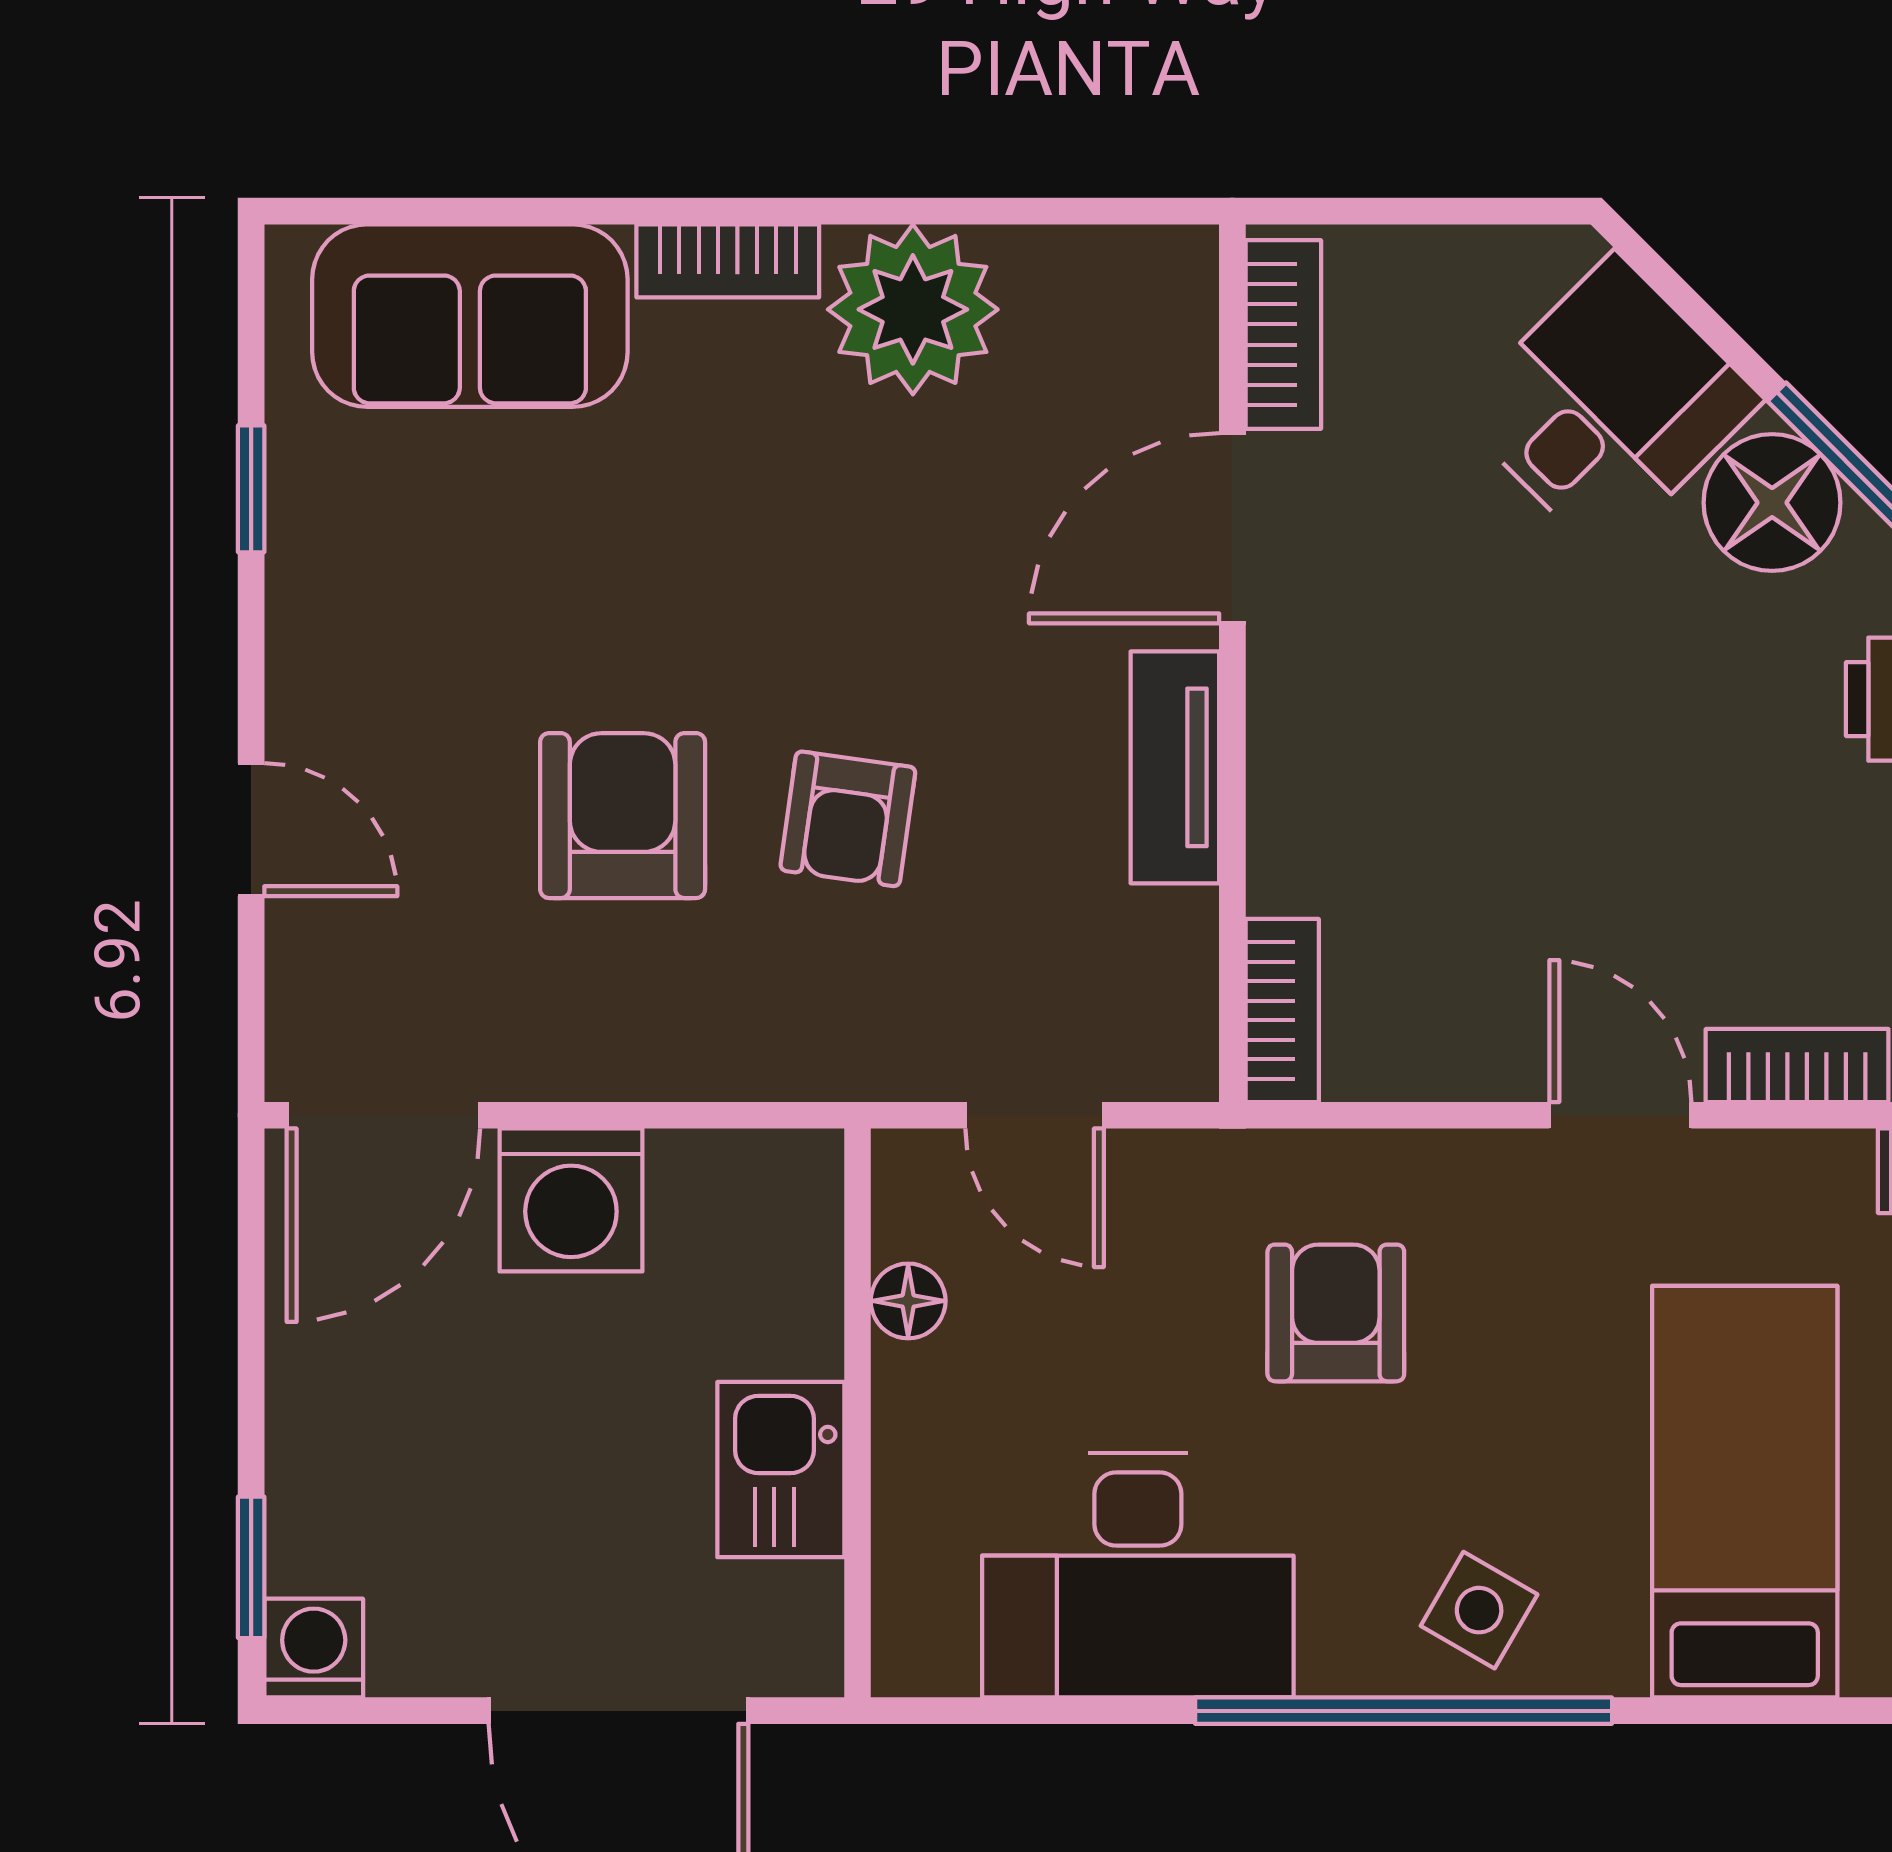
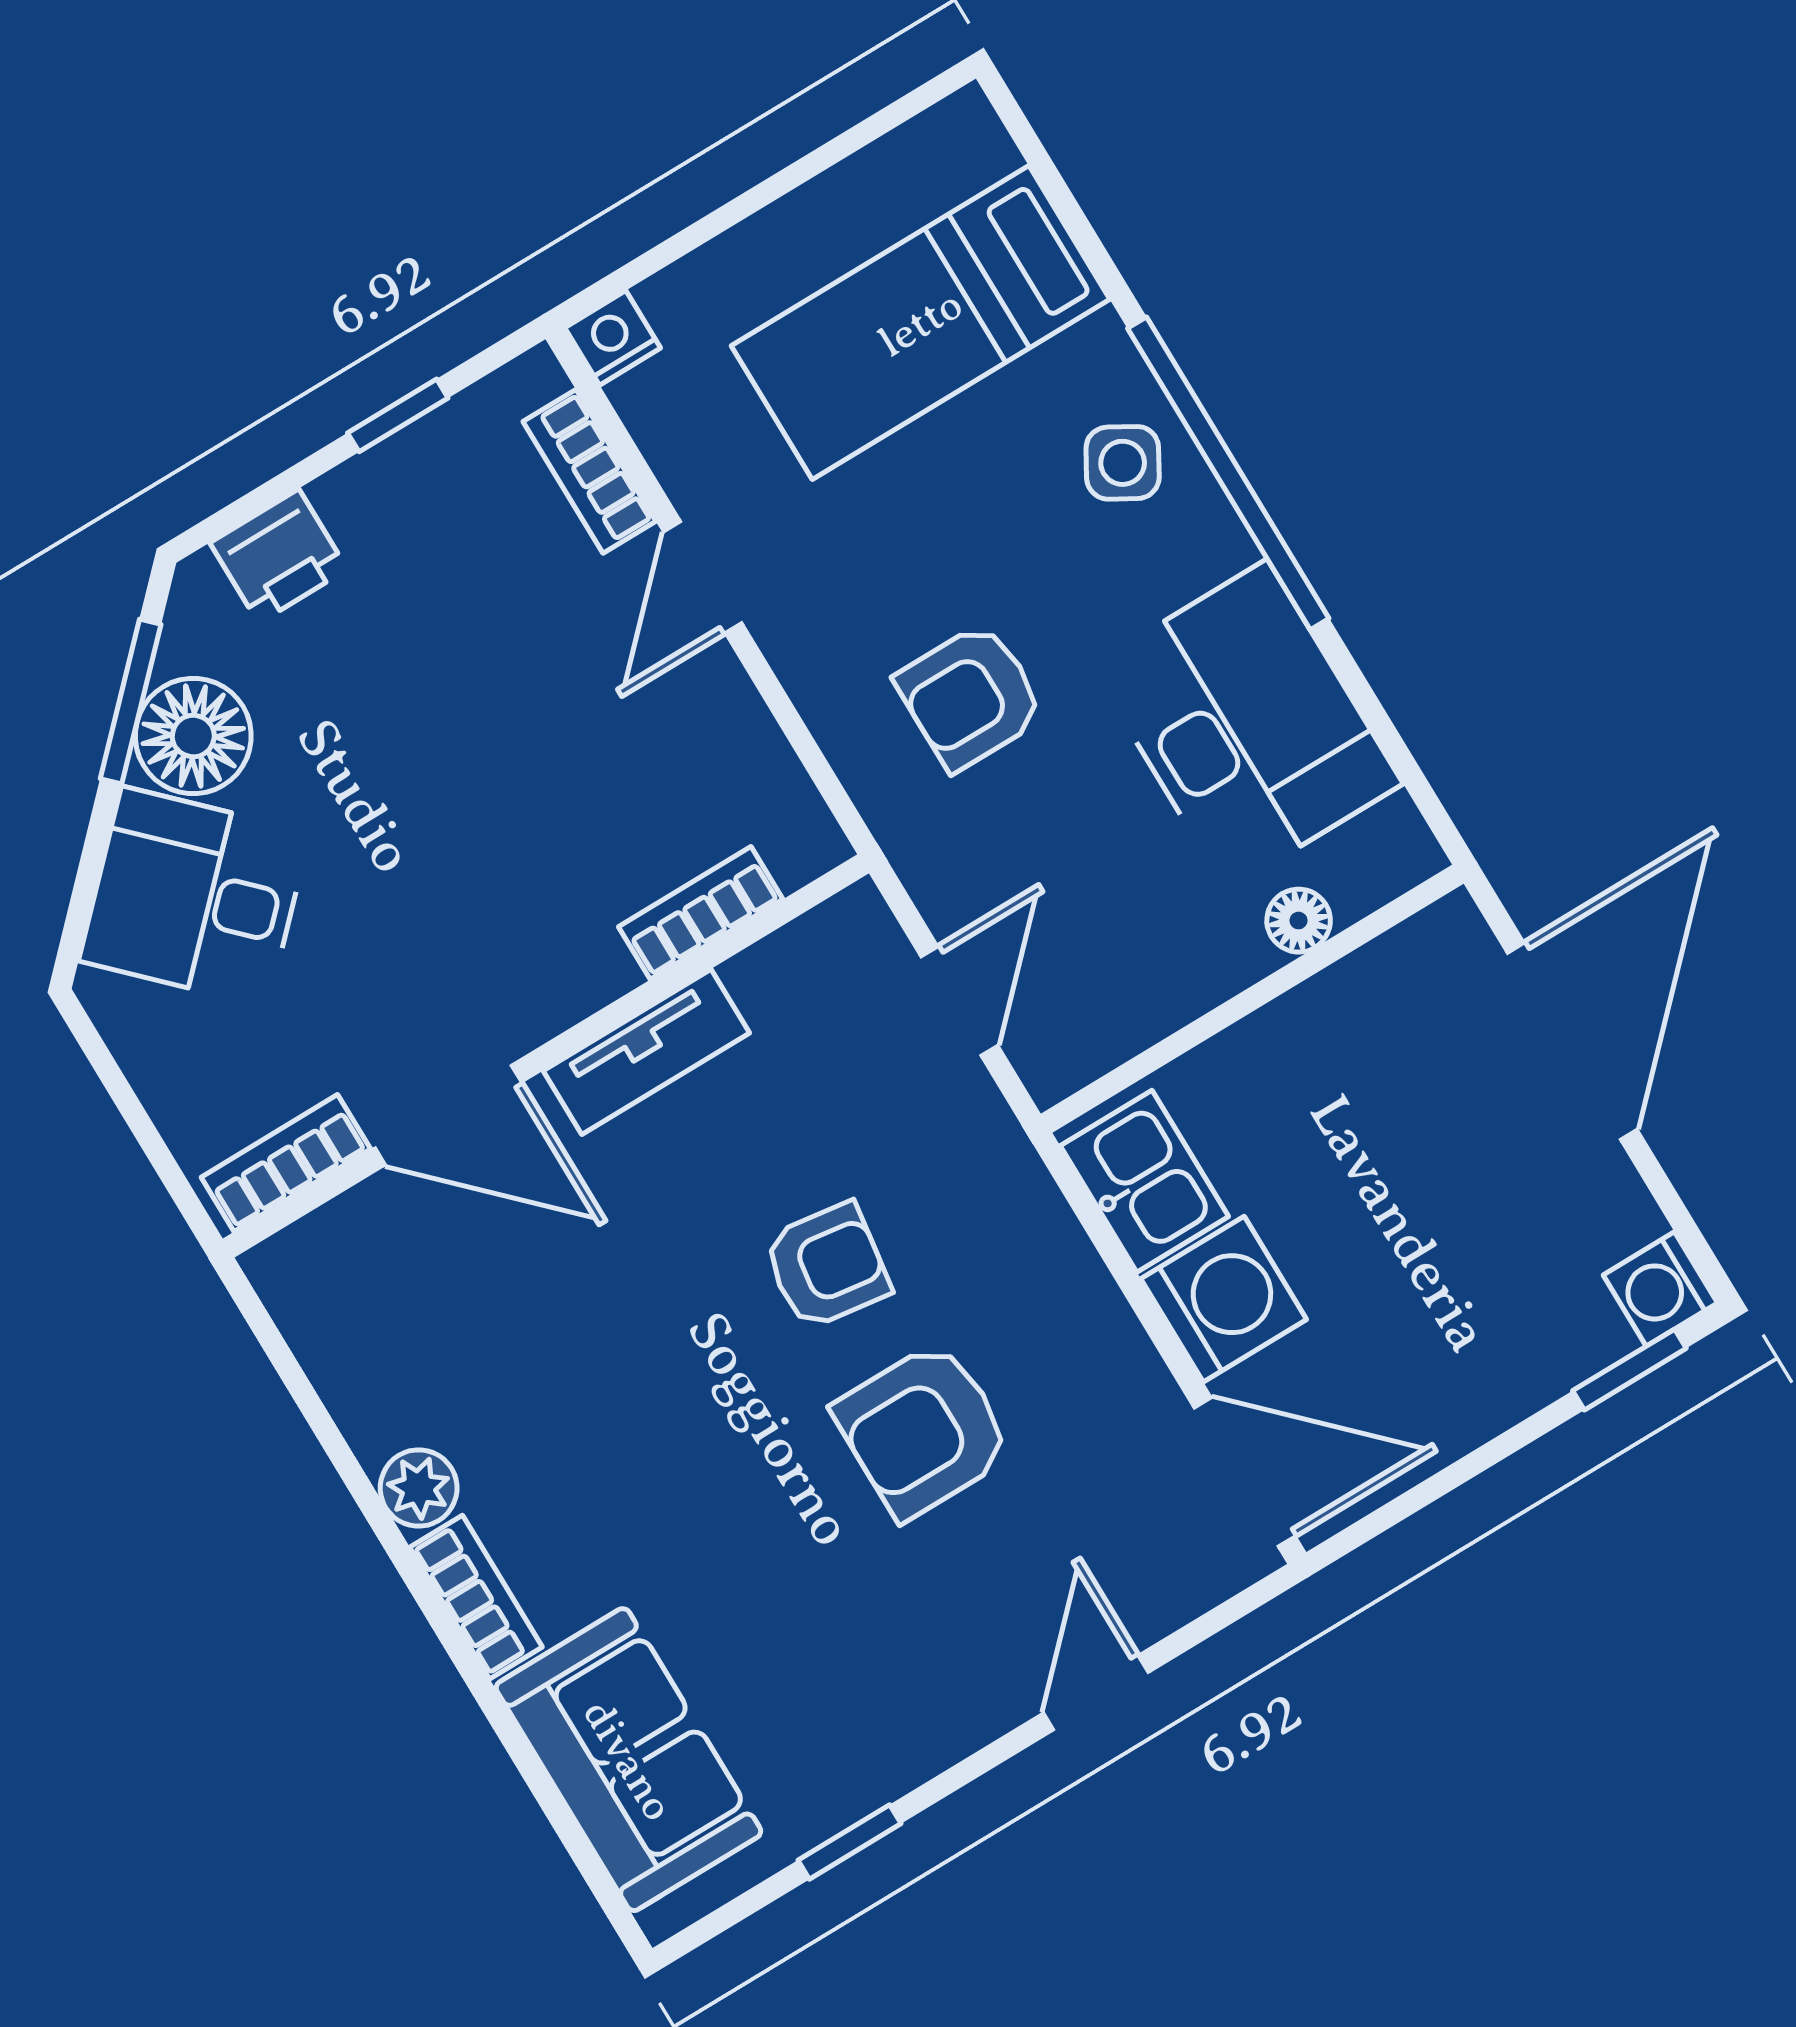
plant: (913, 309) -> (419, 1488), width x0.53, depth x0.53
bookcase: (1282, 1010) -> (701, 913), moved
floor lamp: (908, 1301) -> (1299, 921), moved
kitchen sink: (781, 1470) -> (1144, 1181), moved, turned -90

